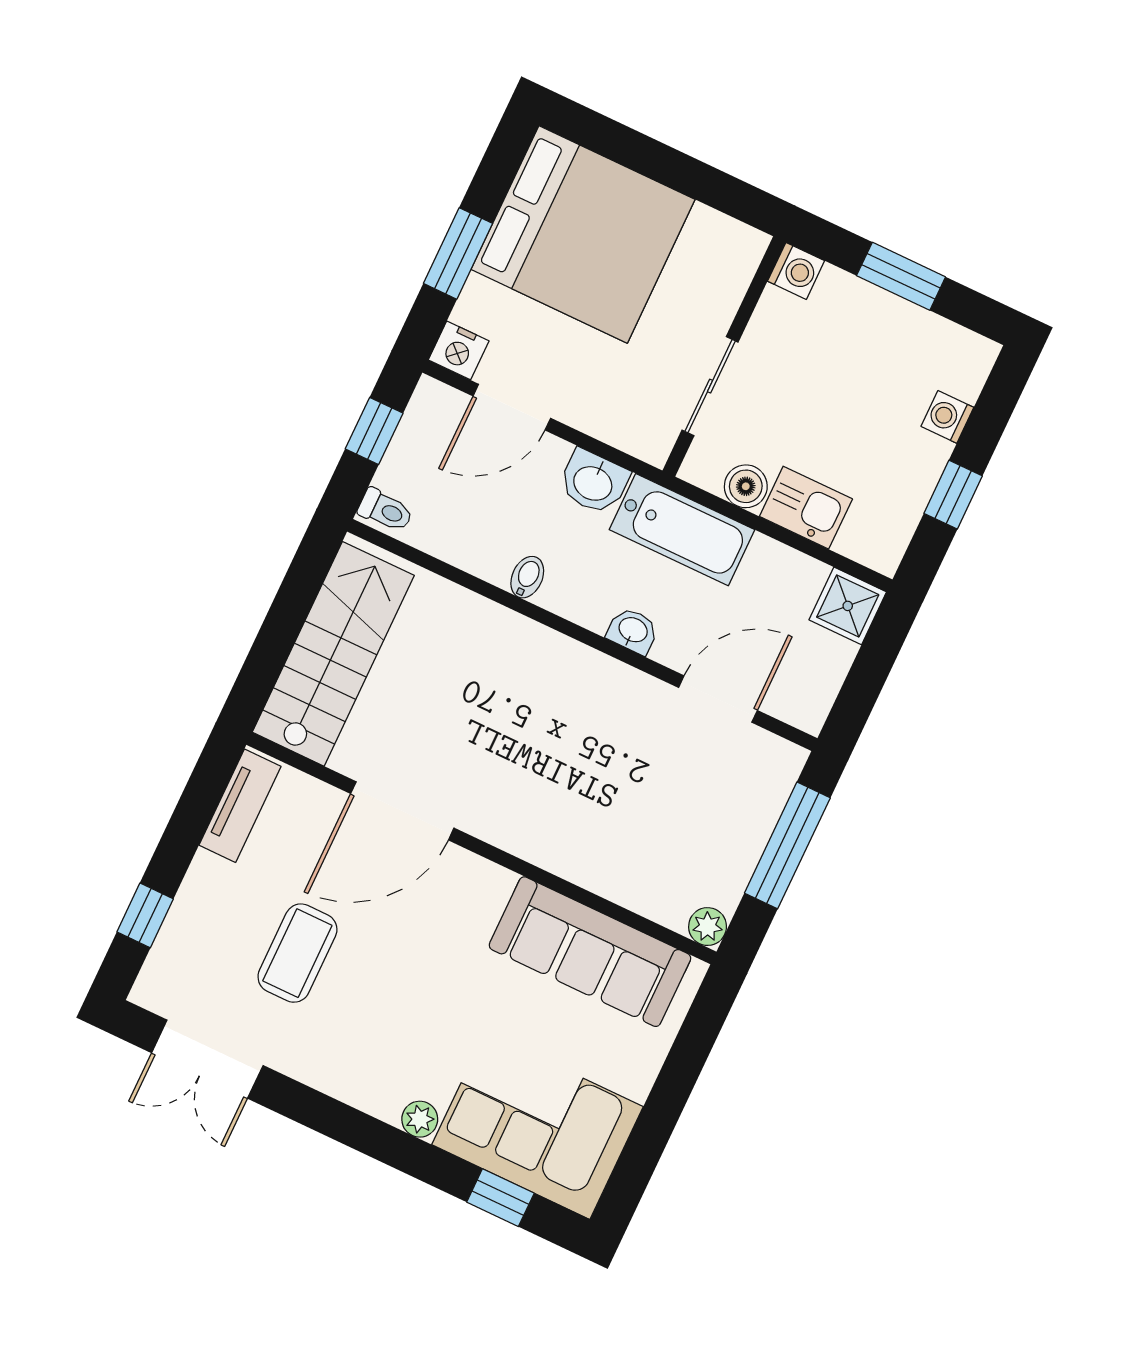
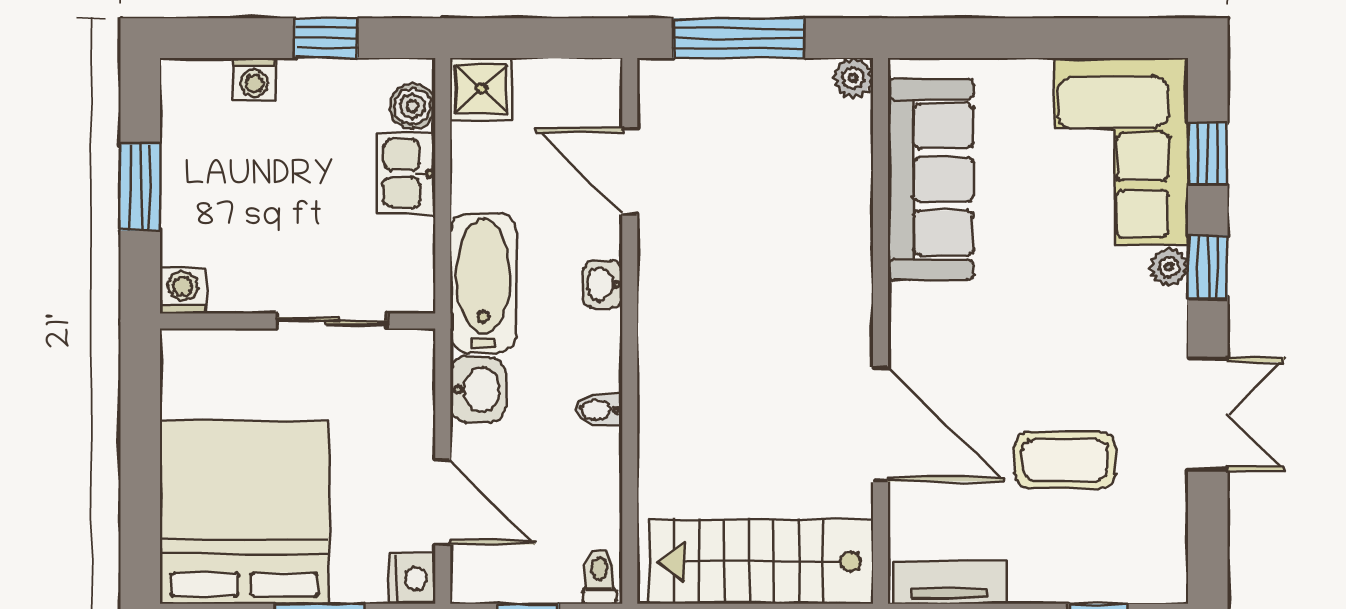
boiler: (746, 486) -> (413, 106), moved
double door: (207, 1059) -> (1208, 414), moved
window: (404, 1152) -> (1208, 267), added

